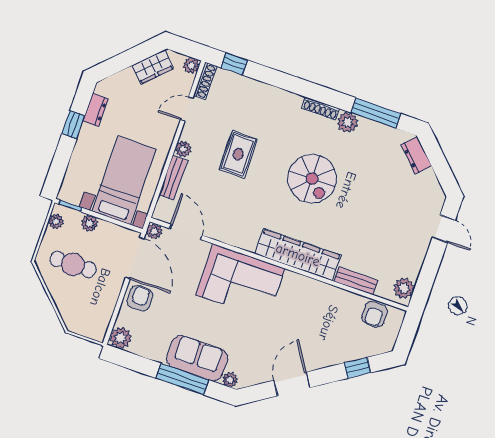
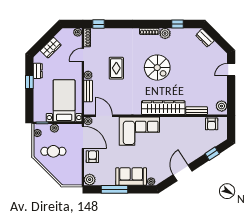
wardrobe: (153, 67) -> (51, 48), moved
window: (376, 113) -> (177, 24), width x0.46
door: (444, 229) -> (231, 70), swing flipped
window: (182, 379) -> (115, 189), moved

